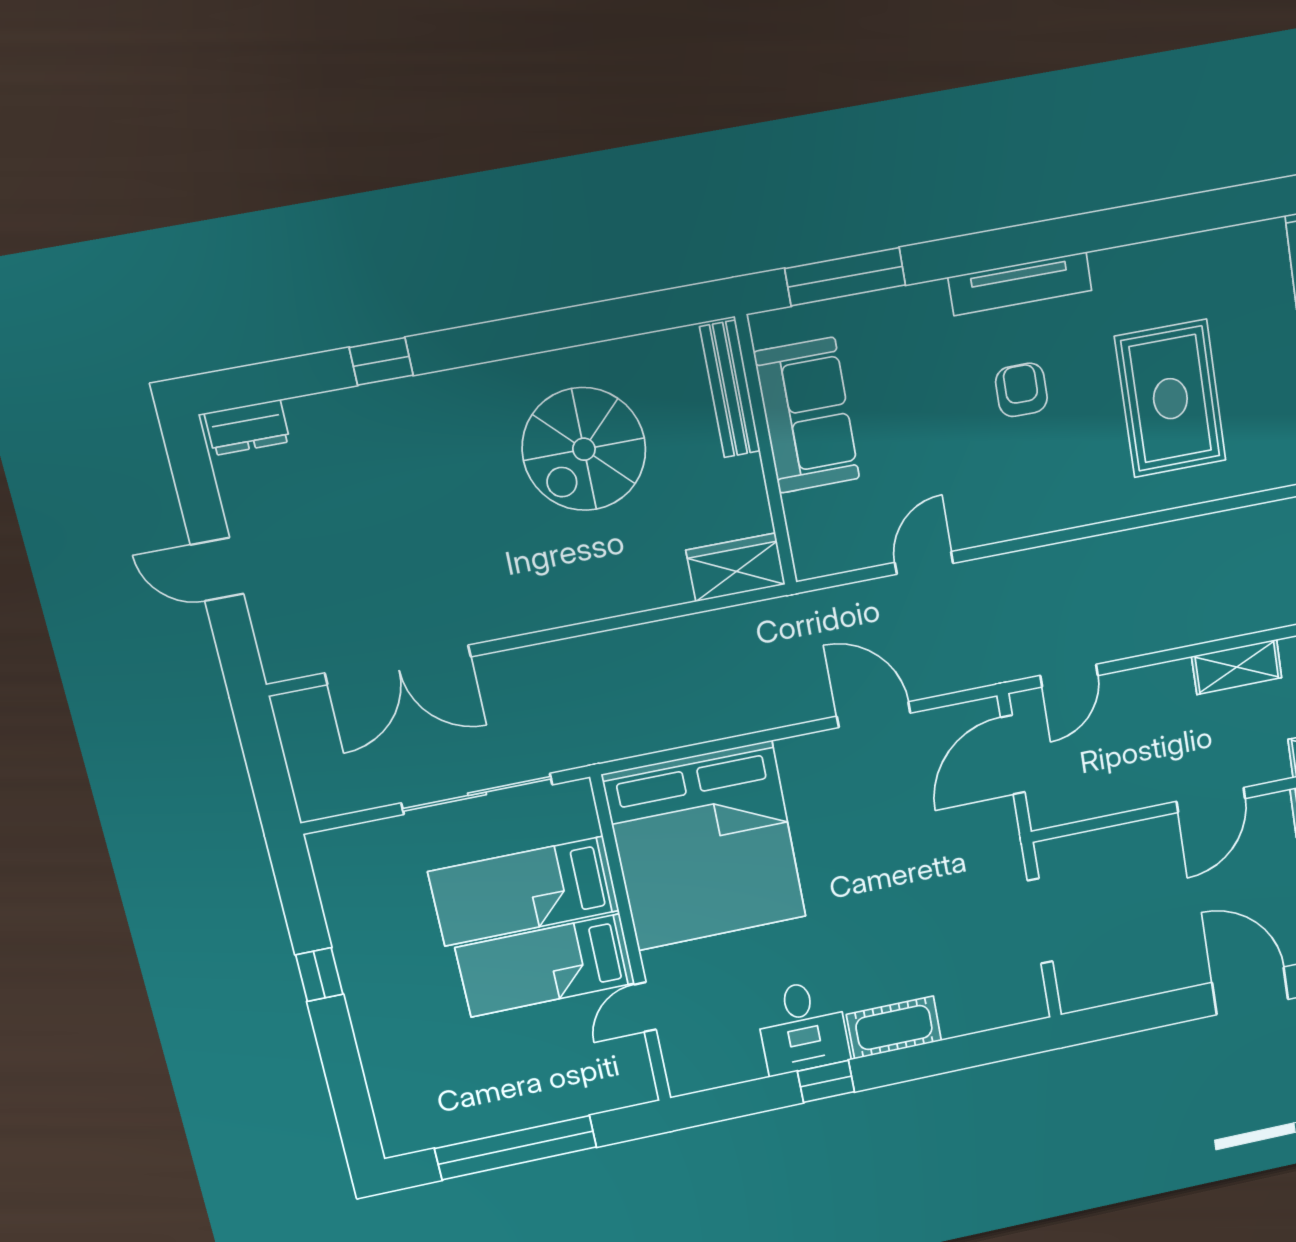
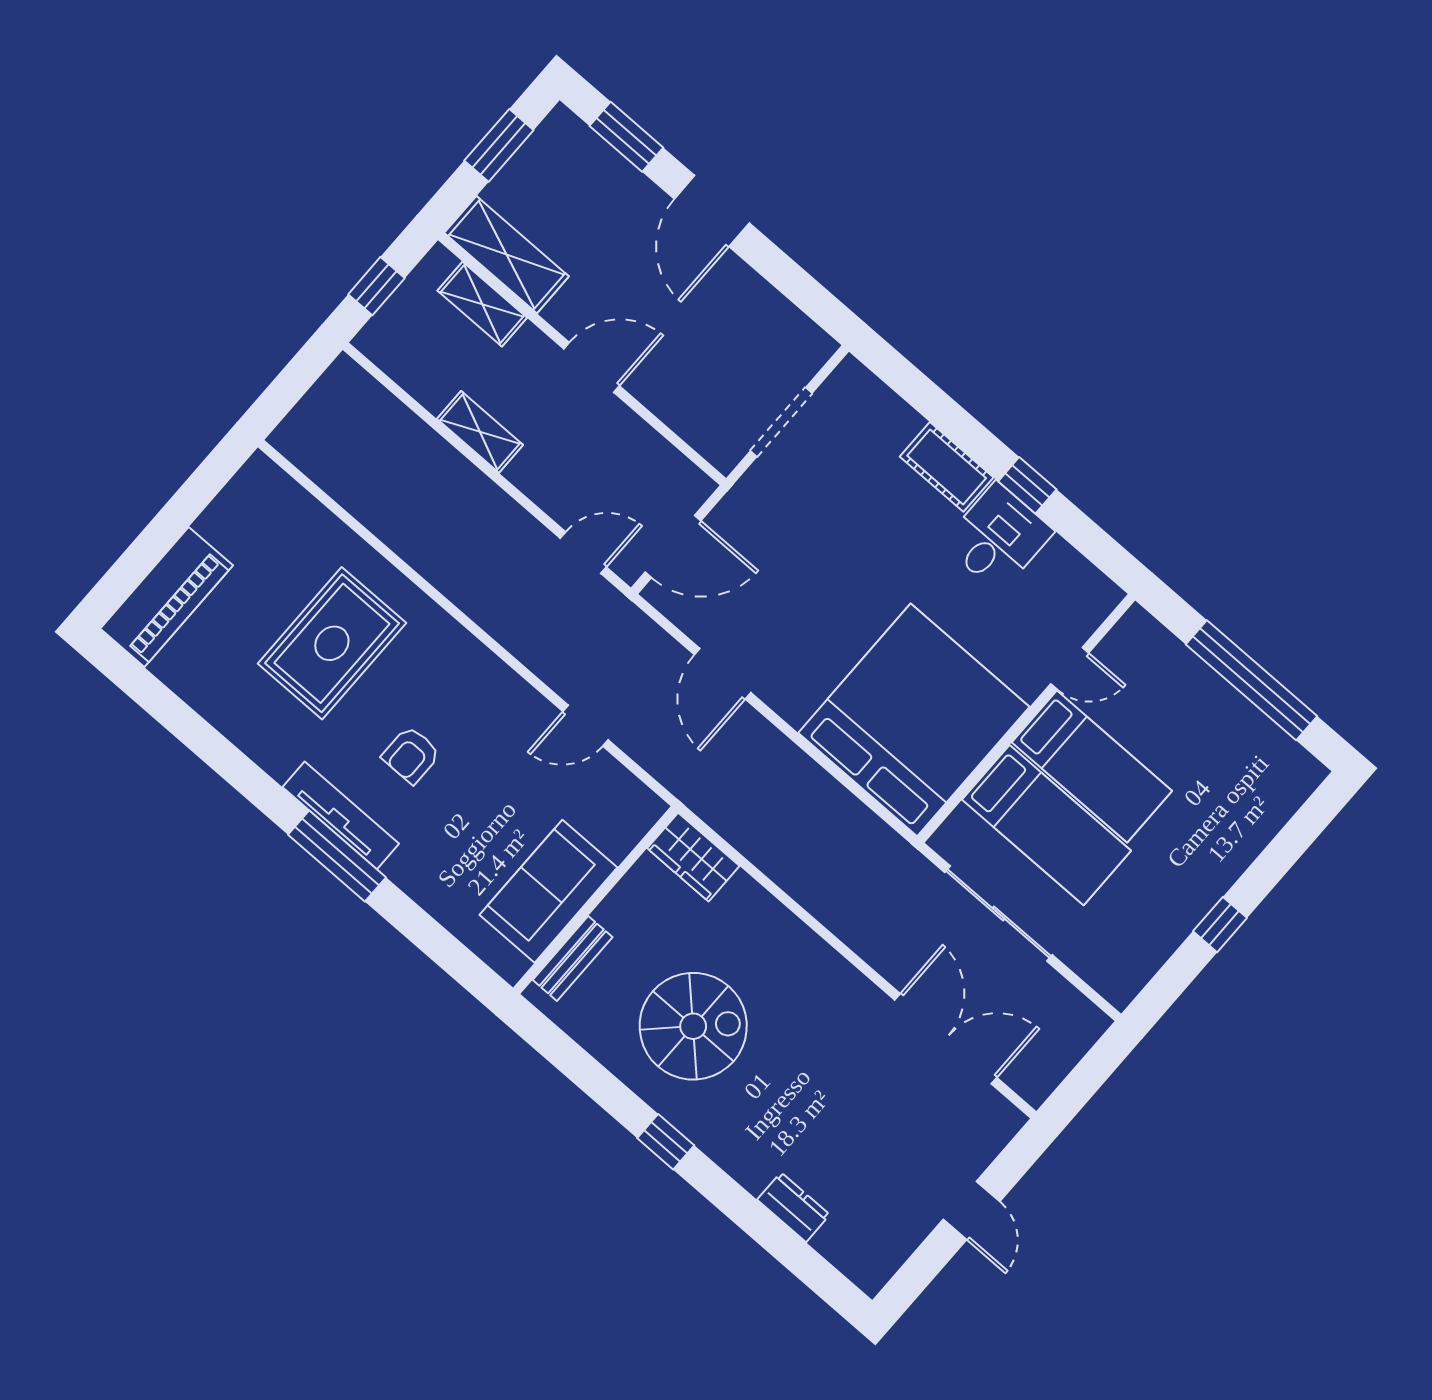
window: (845, 277) -> (337, 856), moved
window: (381, 361) -> (666, 1142), moved
bench: (730, 389) -> (573, 959), width x0.73
dresser: (247, 428) -> (793, 1207), moved

